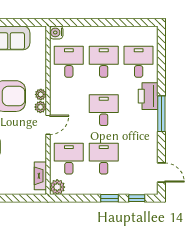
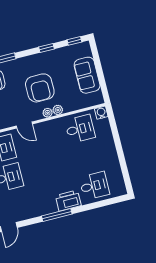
desk: (104, 62) -> (87, 157), removed
plant: (40, 107) -> (58, 110), moved
desk: (104, 110) -> (48, 167), removed

